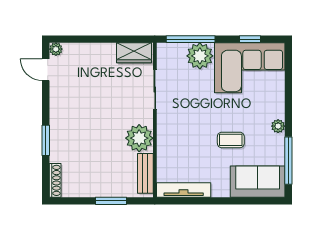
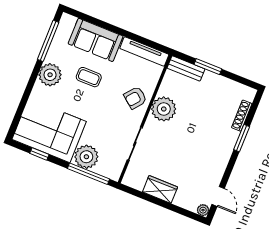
wardrobe: (134, 53) -> (160, 189), moved
plant: (278, 126) -> (50, 75), width x1.87, depth x1.87
armchair: (174, 138) -> (135, 98), added
bench: (145, 173) -> (186, 68), moved, turned 90
shoe rack: (55, 180) -> (242, 116), moved
sofa: (258, 182) -> (96, 40), moved

